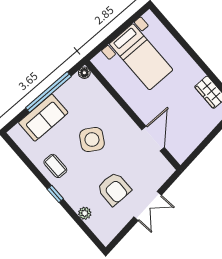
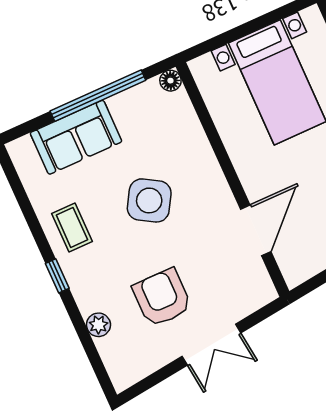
armchair: (114, 189) -> (162, 298), turned 180

